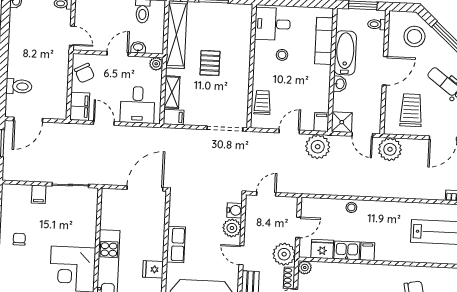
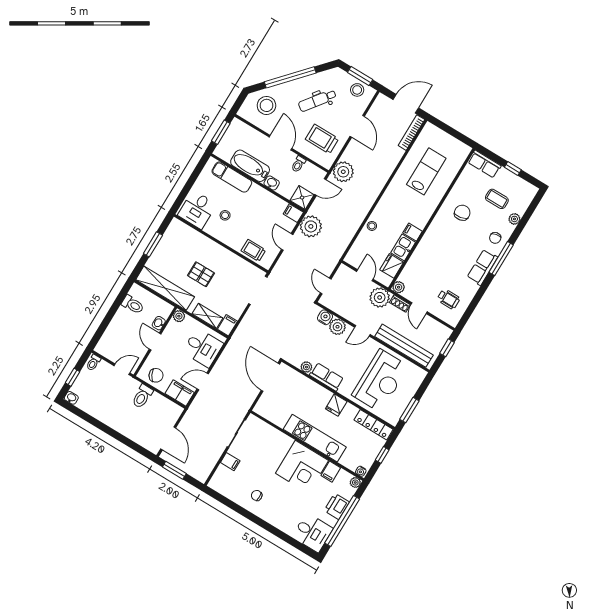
toilet: (377, 24) -> (298, 164), moved
toilet: (19, 86) -> (142, 396), moved, turned 180
plant: (175, 219) -> (306, 367), added

